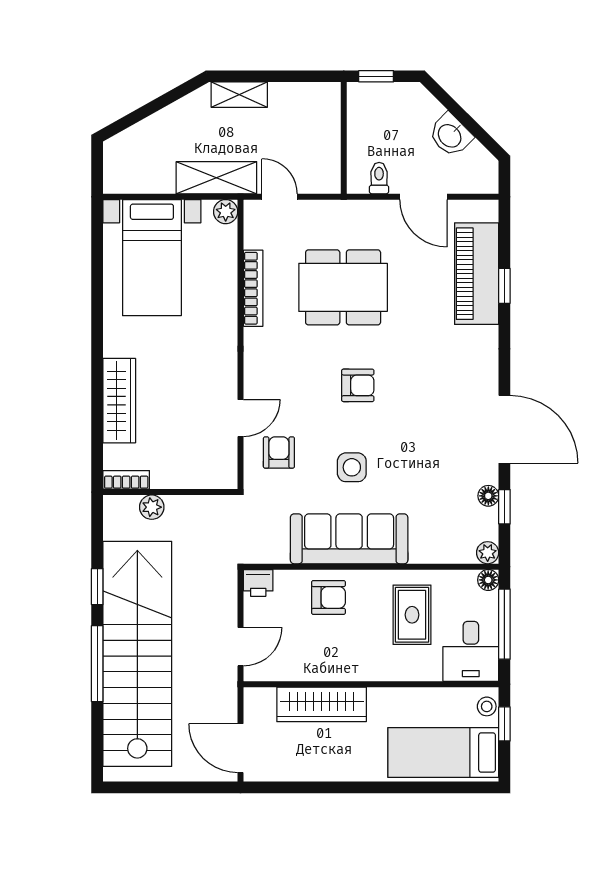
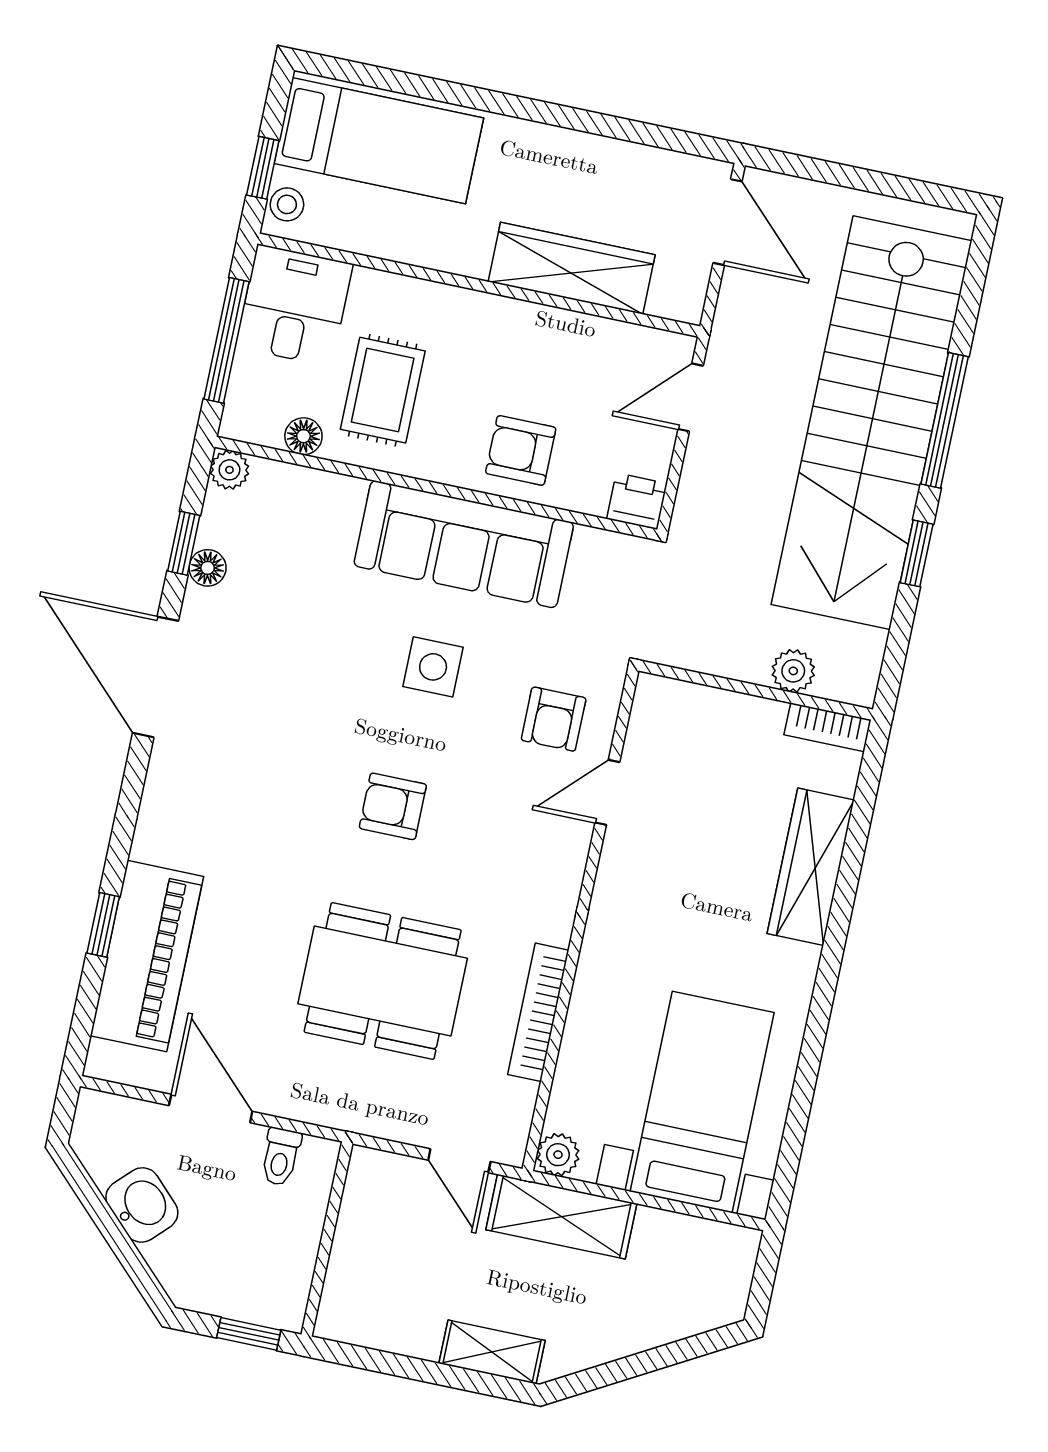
floor lamp: (488, 580) -> (303, 436), moved

